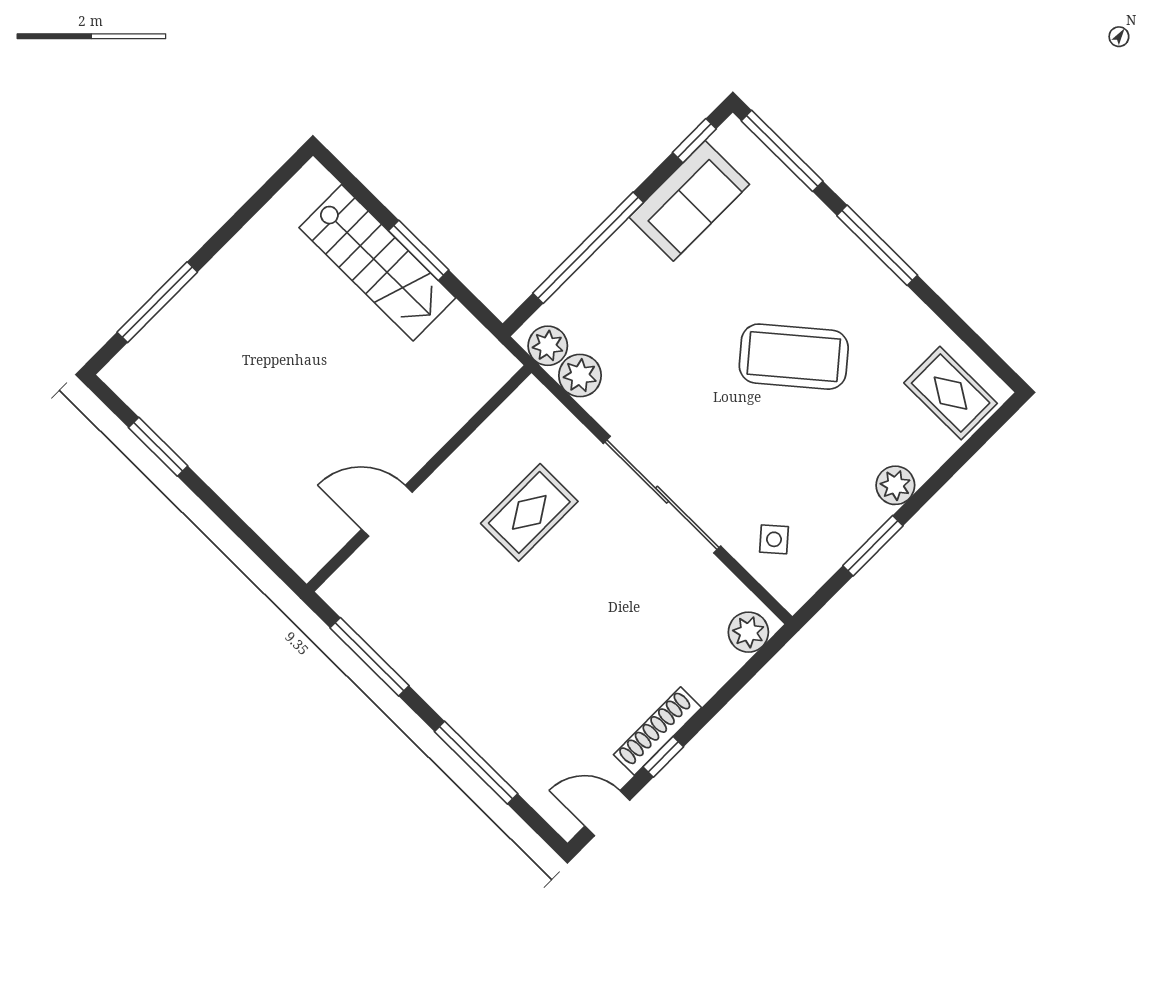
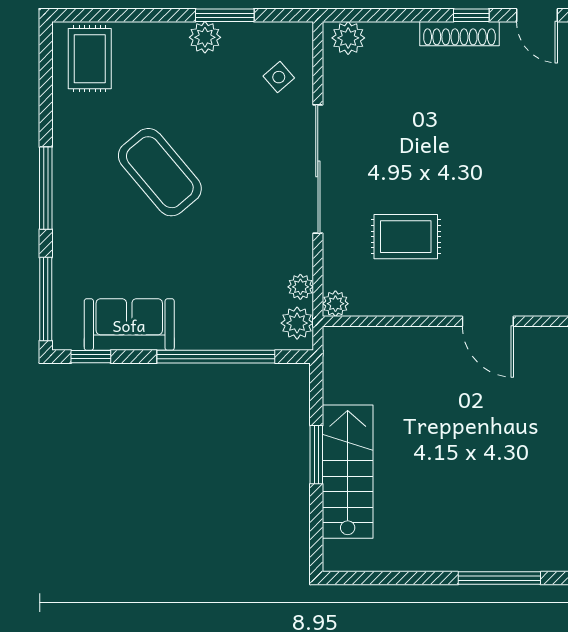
plant: (580, 375) -> (300, 287), width x0.73, depth x0.73
plant: (532, 395) -> (335, 304), added
plant: (895, 485) -> (205, 37), moved

